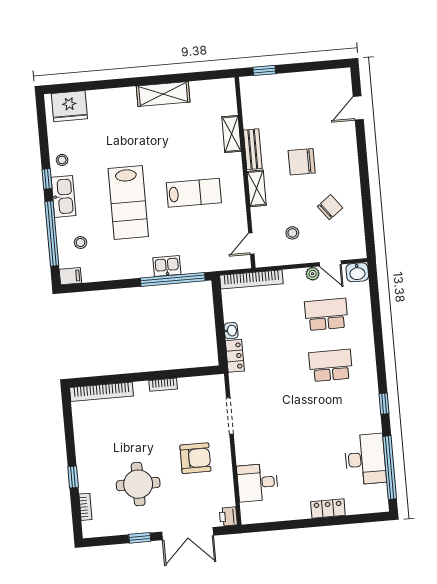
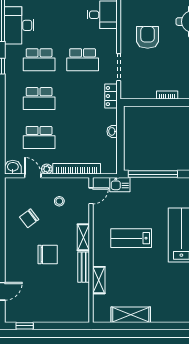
window: (264, 70) -> (25, 326), moved
shelving: (163, 94) -> (131, 315), moved
kitchen sink: (167, 266) -> (120, 185), moved
bookcase: (251, 279) -> (77, 169), moved
locker: (235, 356) -> (111, 96), moved
school desk: (335, 416) -> (39, 60), added
school desk: (278, 421) -> (83, 60), added
armchair: (195, 458) -> (148, 37), turned 90

